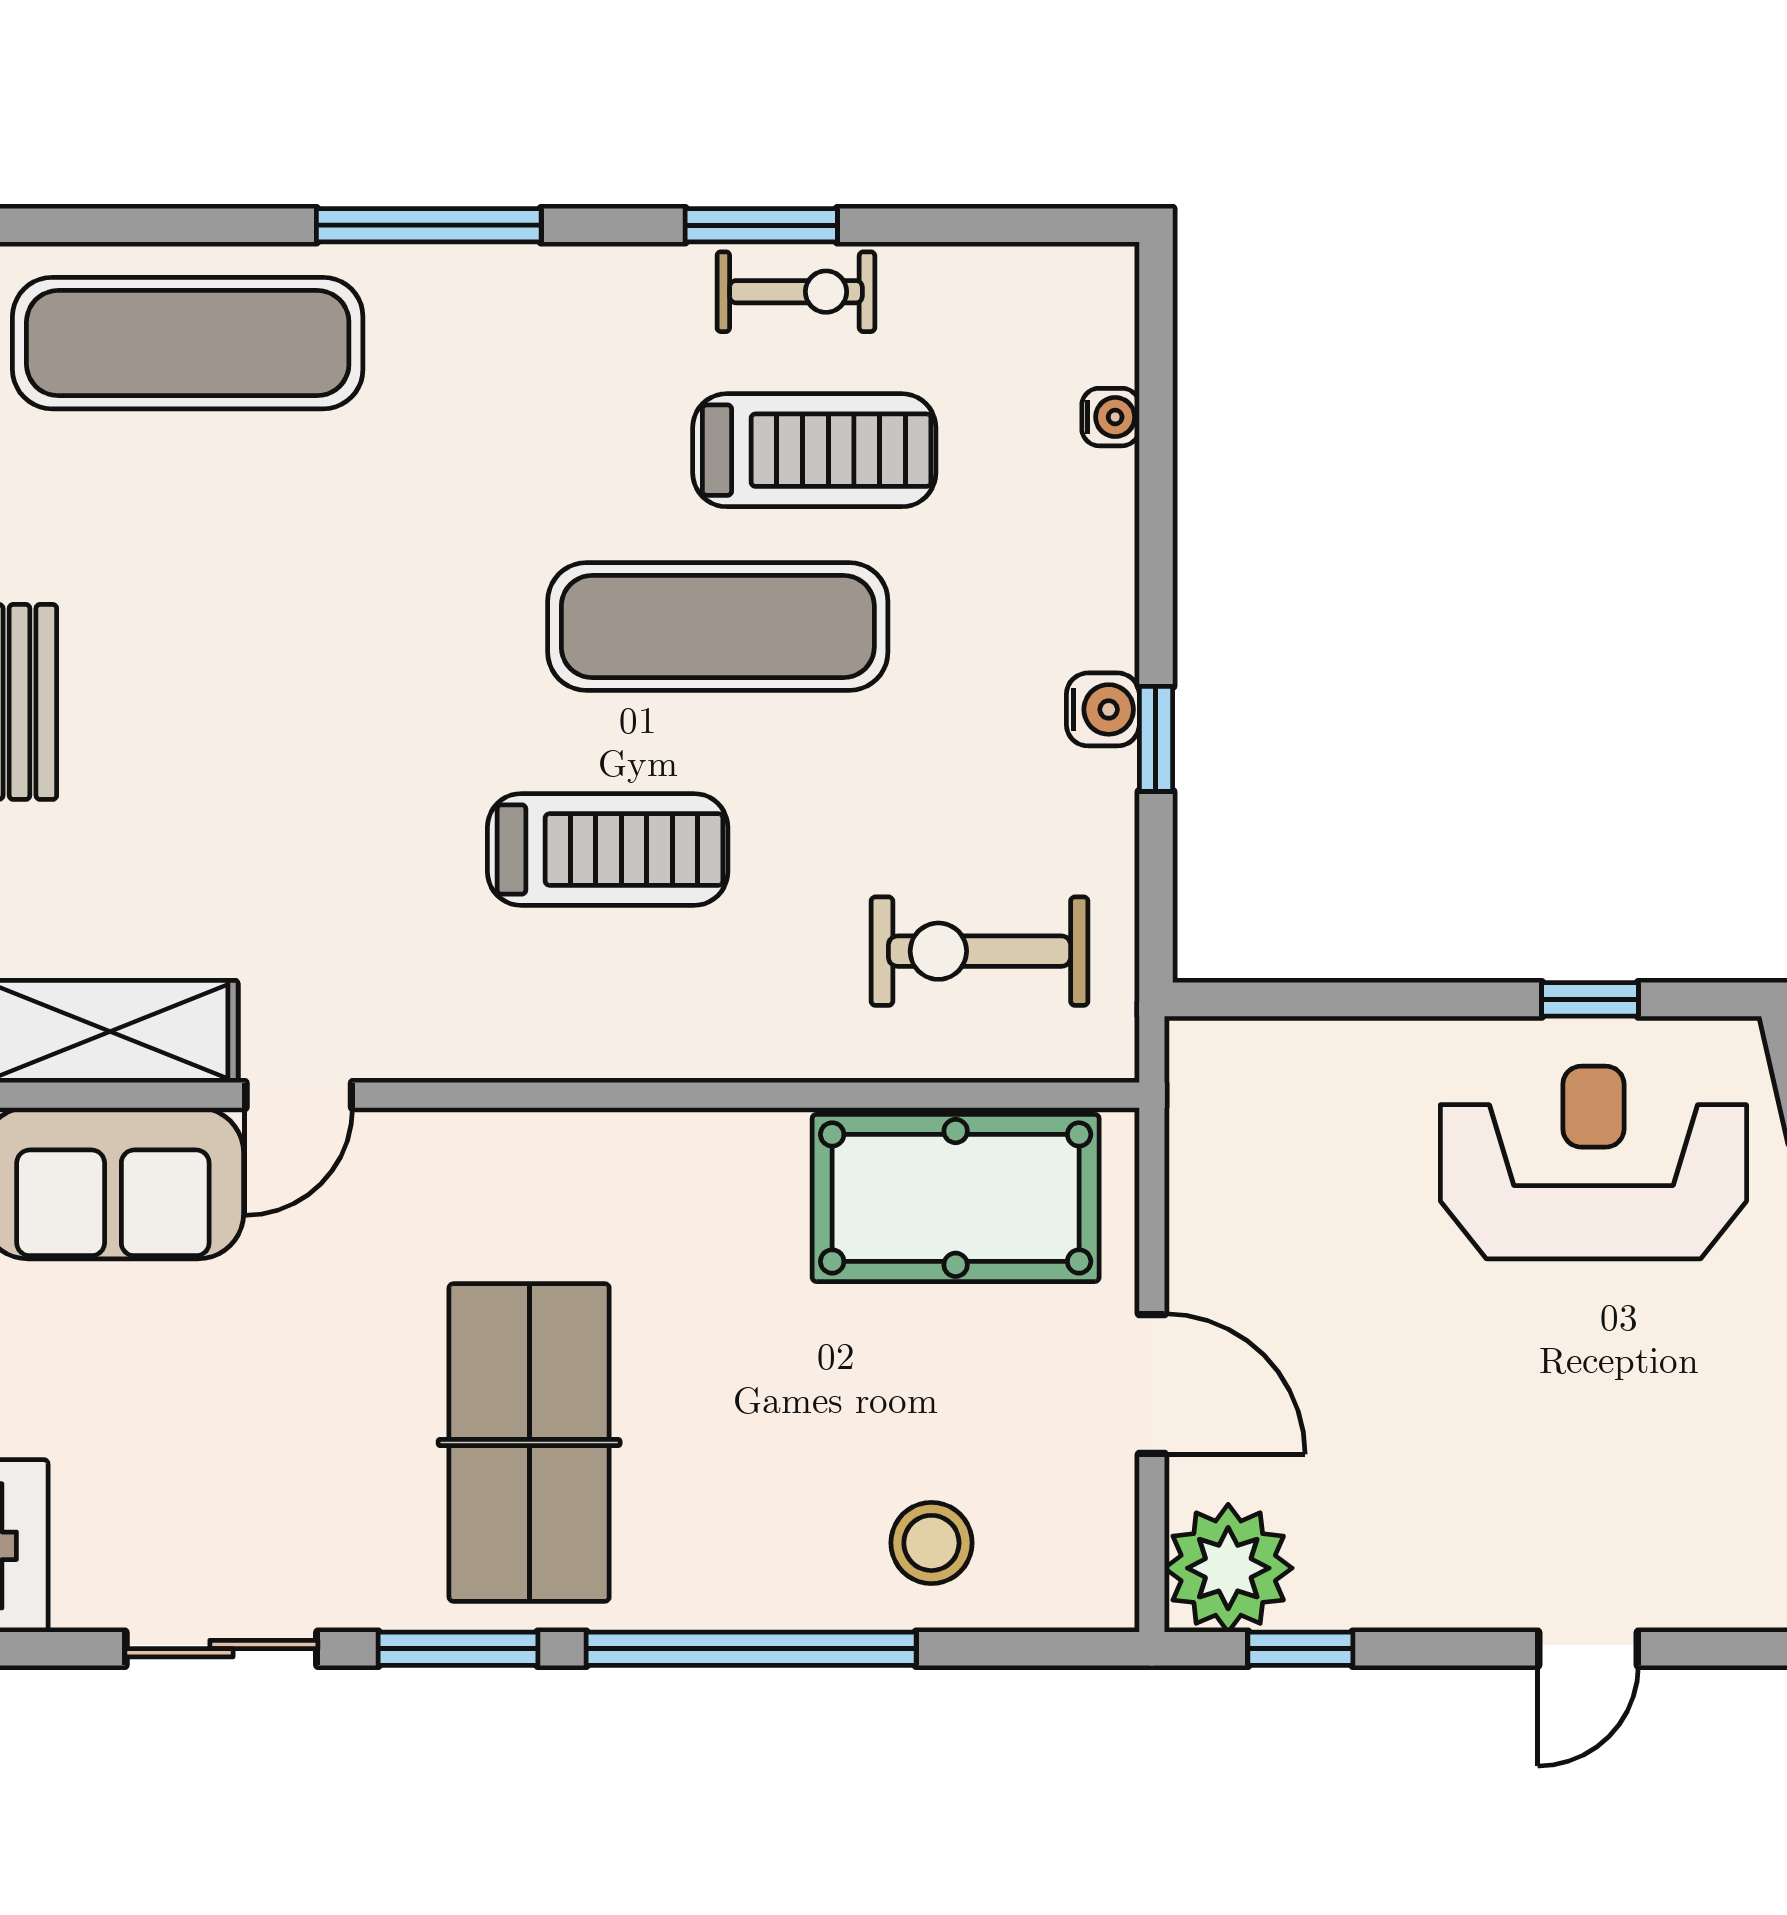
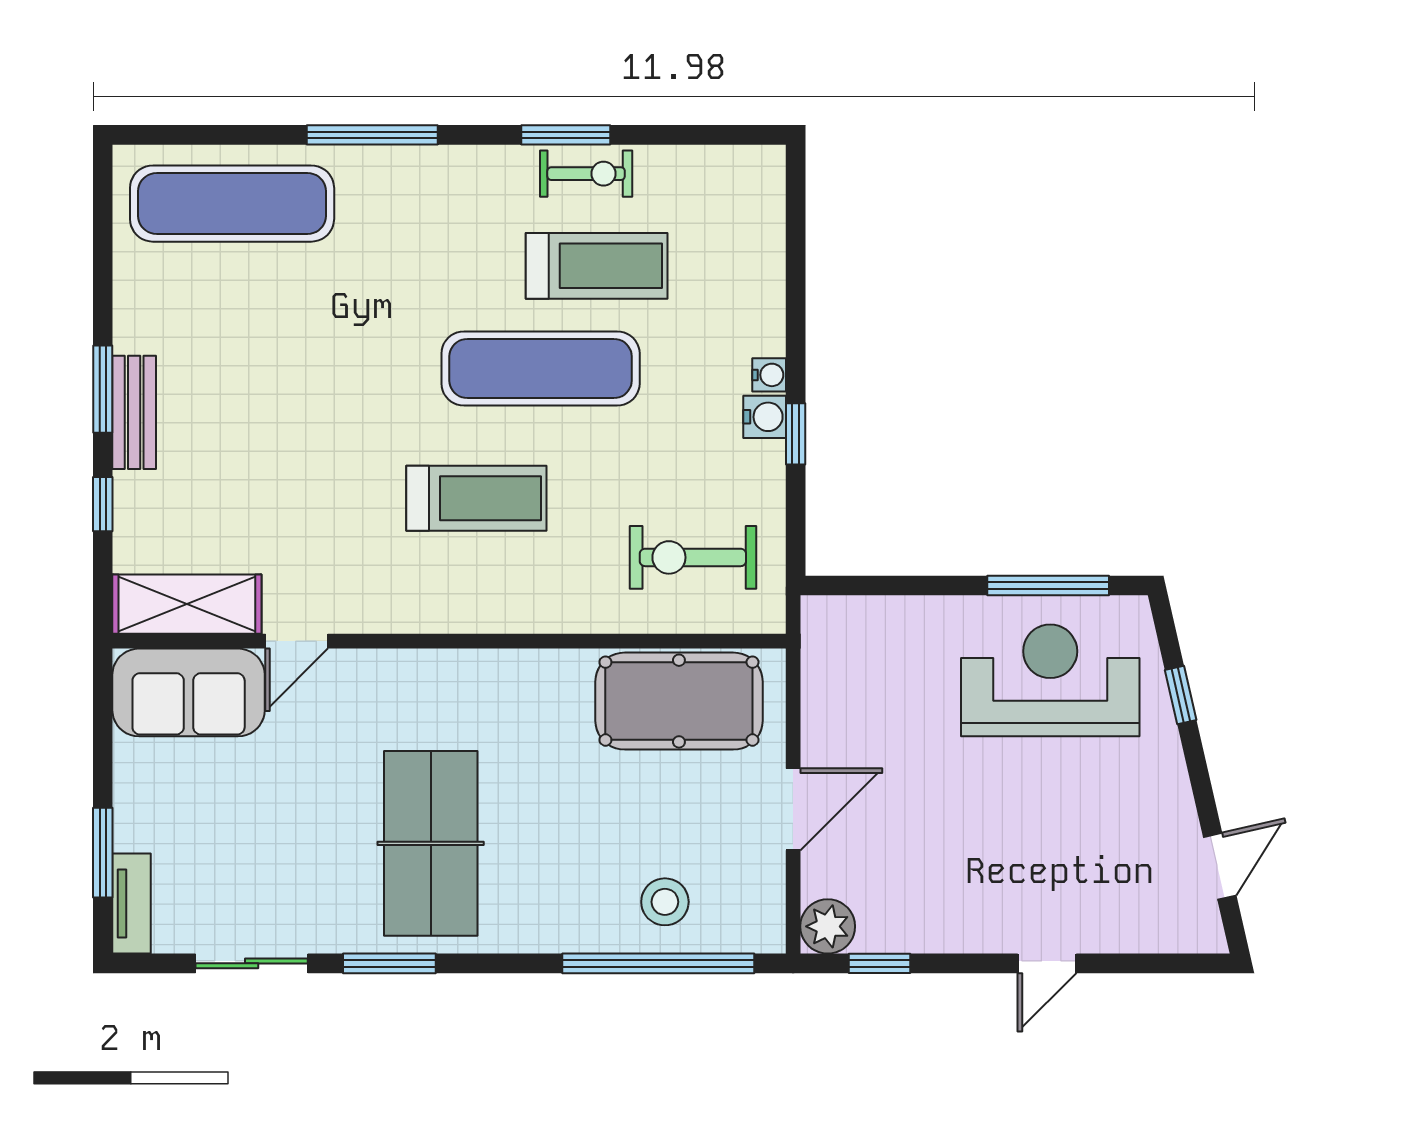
water cooler: (1111, 417) -> (769, 375), moved
window: (1590, 999) -> (1048, 586), width x2.17
door: (1152, 1384) -> (793, 809), hinge flipped
plant: (1228, 1568) -> (828, 926), width x0.73, depth x0.73
window: (751, 1649) -> (658, 963), moved

